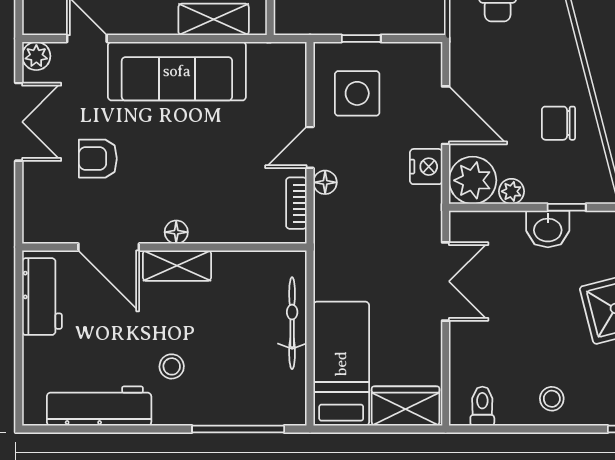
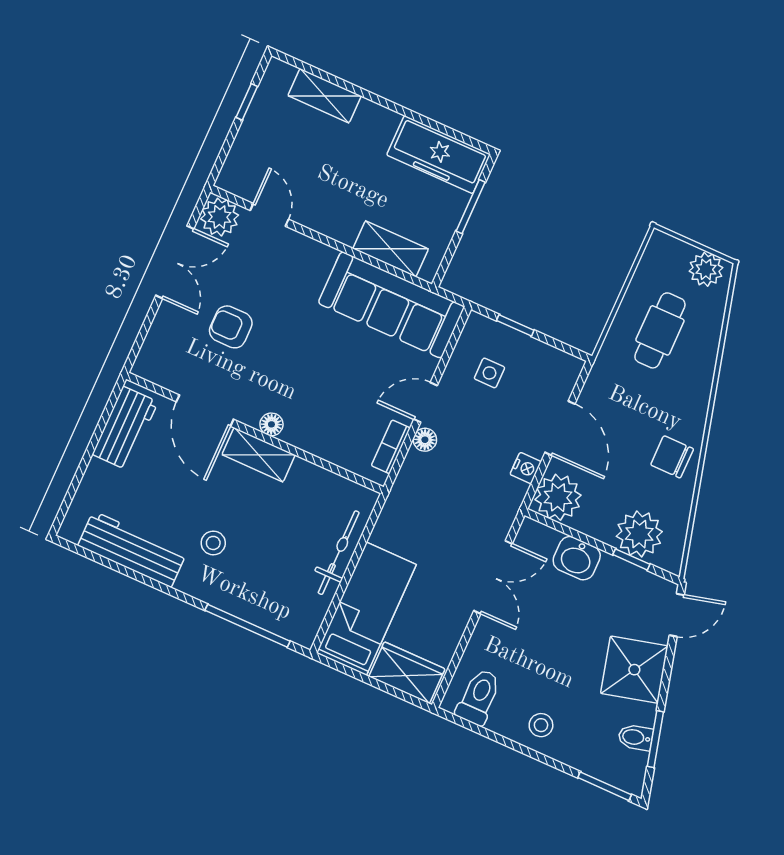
plant: (36, 56) -> (220, 217), width x1.38, depth x1.38
sofa: (177, 71) -> (391, 305), moved
side table: (357, 93) -> (489, 373), width x0.54, depth x0.54
chair: (558, 123) -> (672, 457), moved
nightstand: (426, 167) -> (526, 468), width x0.72, depth x0.74
plant: (512, 191) -> (639, 534), moved, width x1.87, depth x1.87
washbasin: (548, 229) -> (577, 558), moved
toilet: (482, 406) -> (479, 697), width x1.37, depth x1.39

